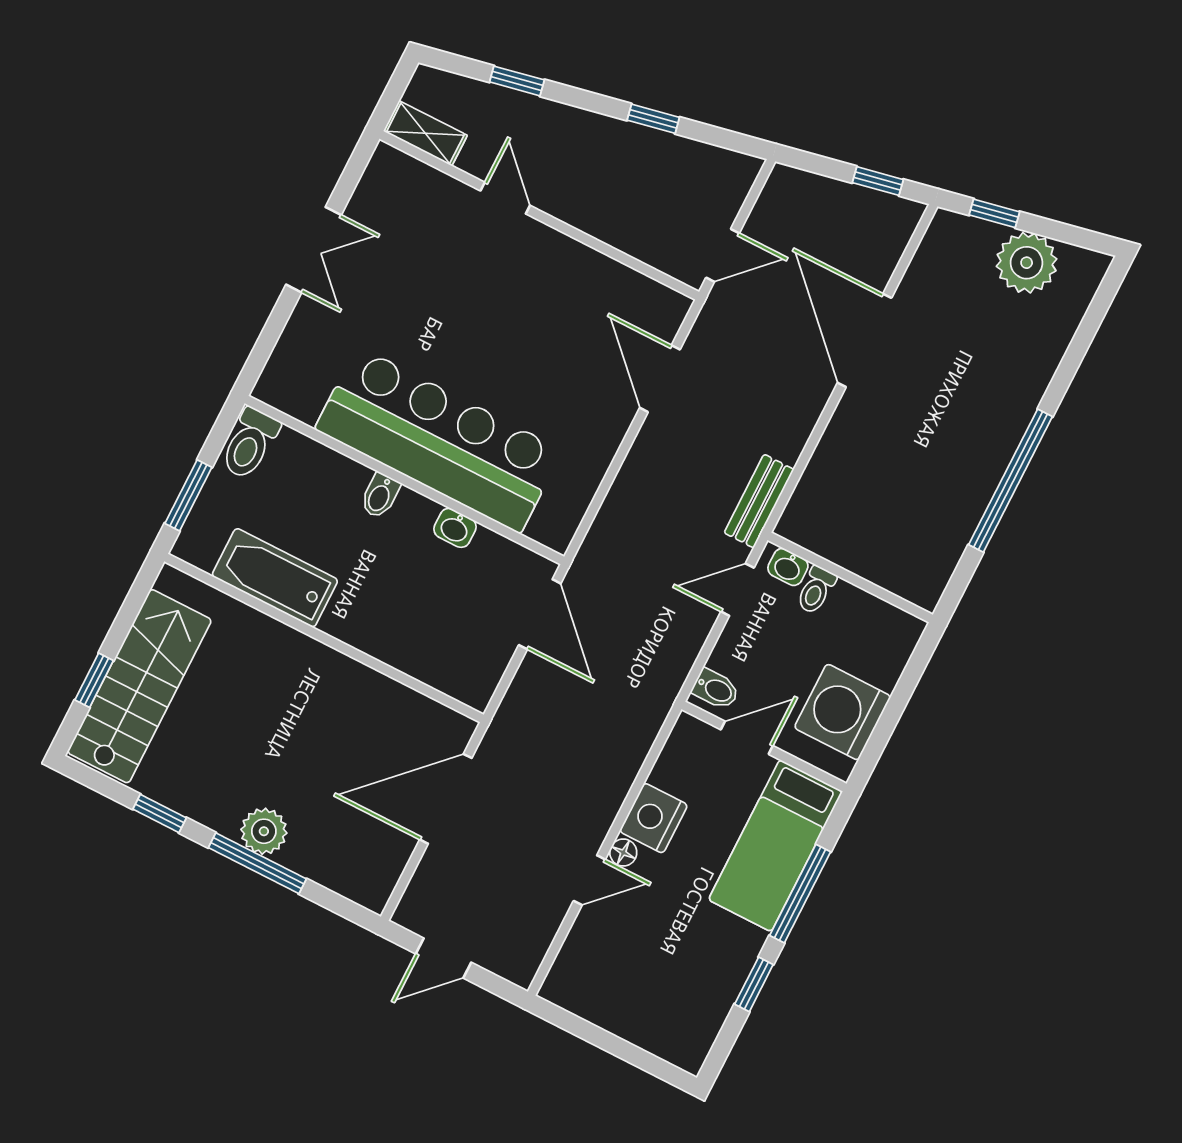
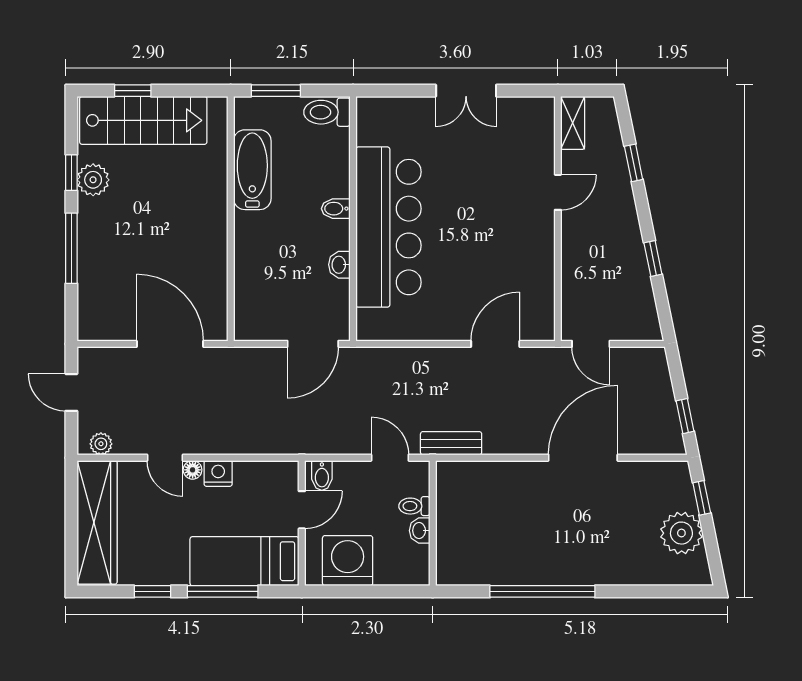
washbasin: (788, 567) -> (420, 531), moved
door: (747, 738) -> (302, 510), hinge flipped
nightstand: (654, 818) -> (218, 473), width x0.74, depth x0.75
plant: (264, 831) -> (93, 180), moved
plant: (529, 954) -> (101, 444), added
wardrobe: (628, 1010) -> (97, 522), added

